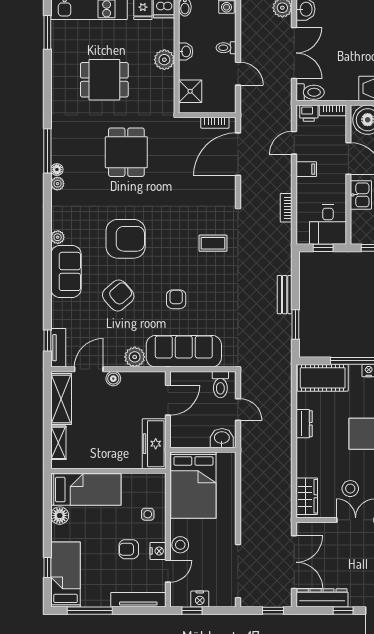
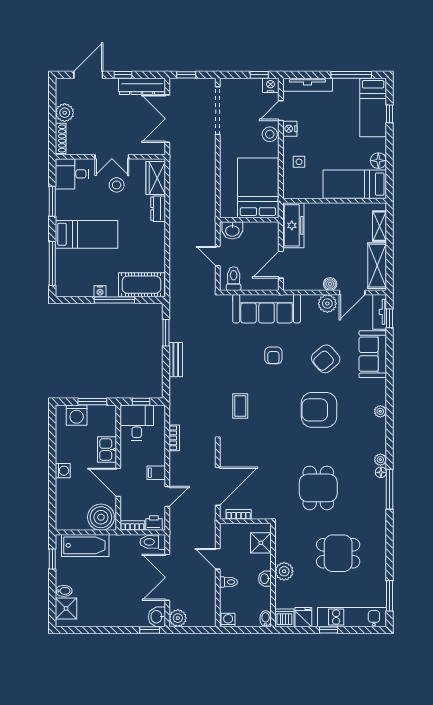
coffee table: (213, 243) -> (240, 406), turned 90
sofa: (66, 271) -> (373, 354), moved
plant: (135, 357) -> (327, 303), moved
dresser: (304, 424) -> (158, 209), moved
armchair: (129, 549) -> (316, 130), removed
nightstand: (200, 599) -> (270, 85), moved

